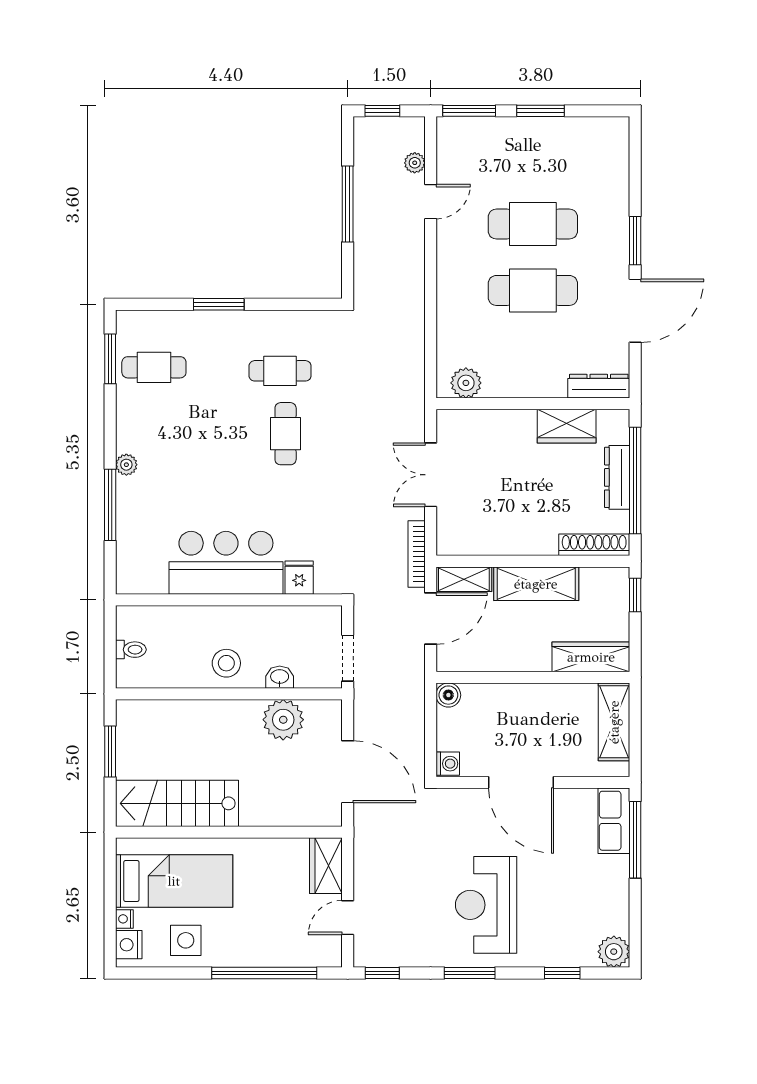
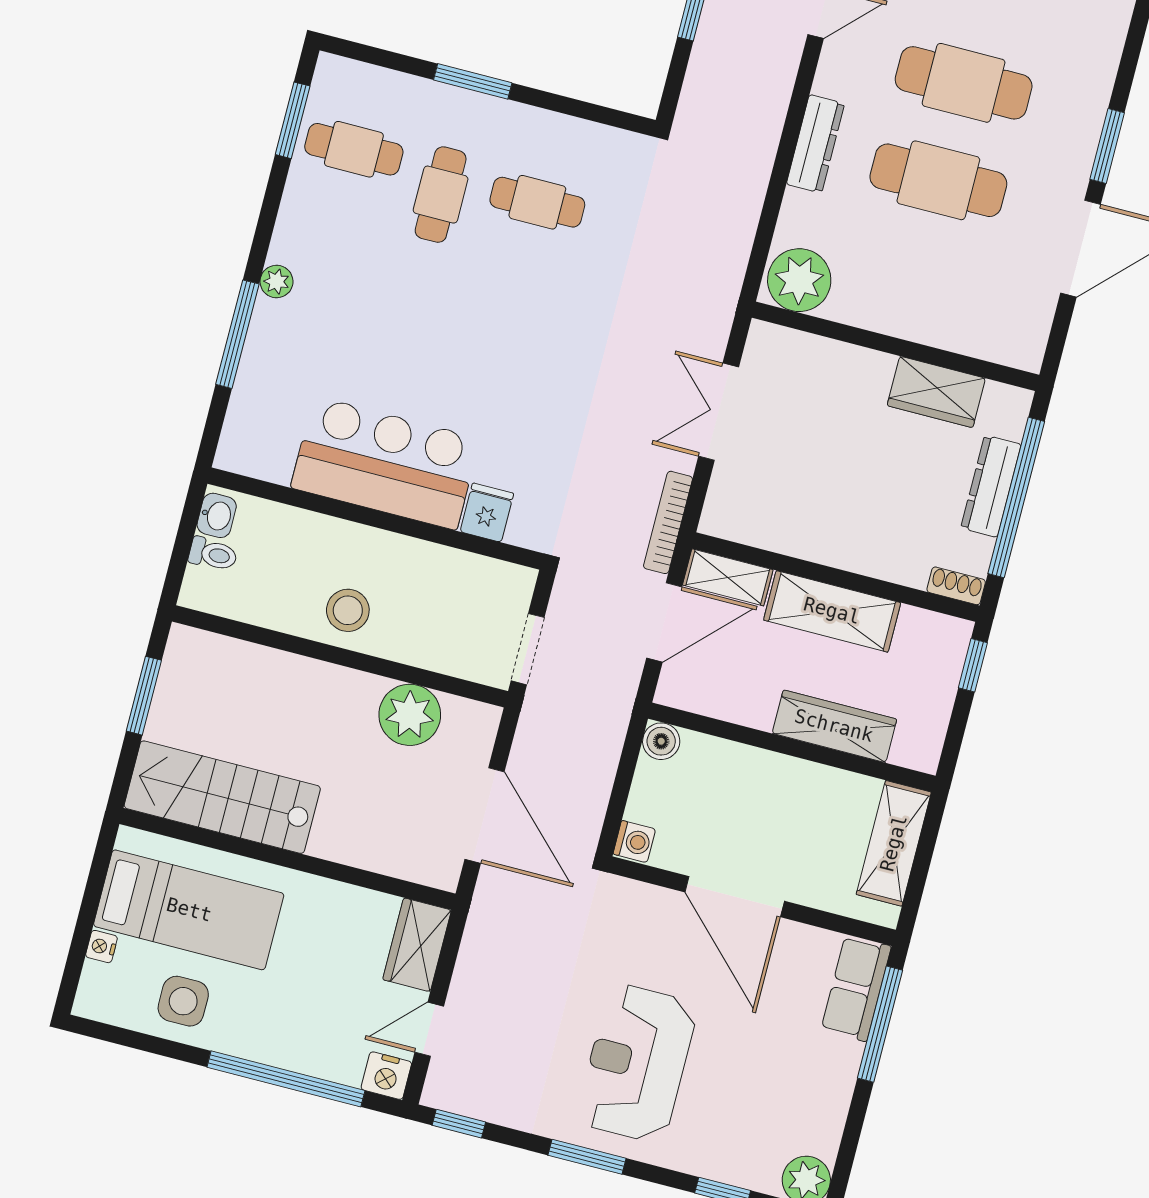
plant: (466, 383) -> (799, 280), width x1.36, depth x1.36
dresser: (599, 386) -> (815, 144), moved, turned 90
cafe table: (286, 434) -> (441, 195), moved
shoe rack: (594, 545) -> (956, 586), width x0.51, depth x0.81
wardrobe: (591, 657) -> (834, 726), moved
washbasin: (280, 677) -> (217, 515), moved, turned 90
nightstand: (129, 945) -> (386, 1076), moved, turned -90

